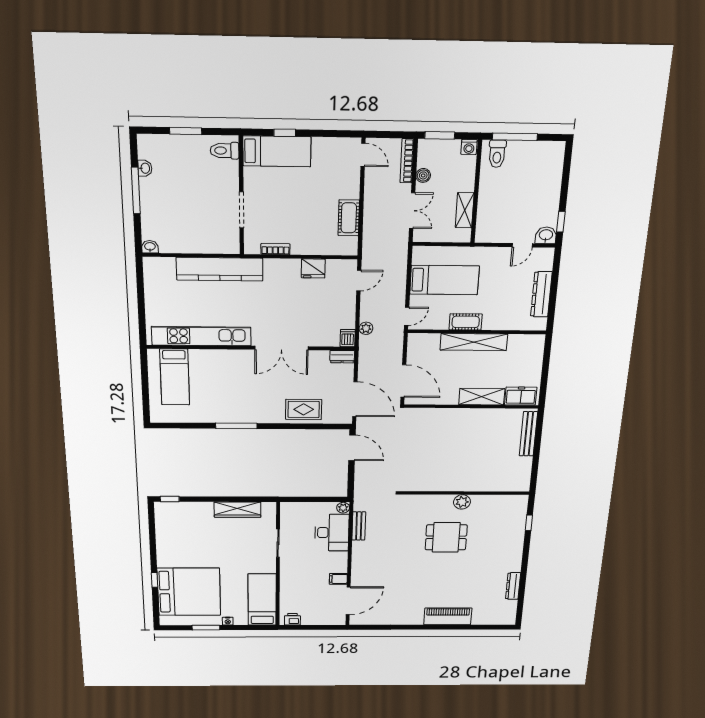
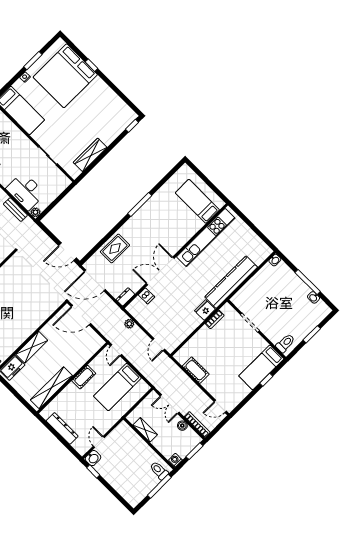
fridge: (313, 268) -> (205, 310), moved
dishwasher: (348, 338) -> (146, 296), moved
shelving: (474, 342) -> (51, 388), moved

